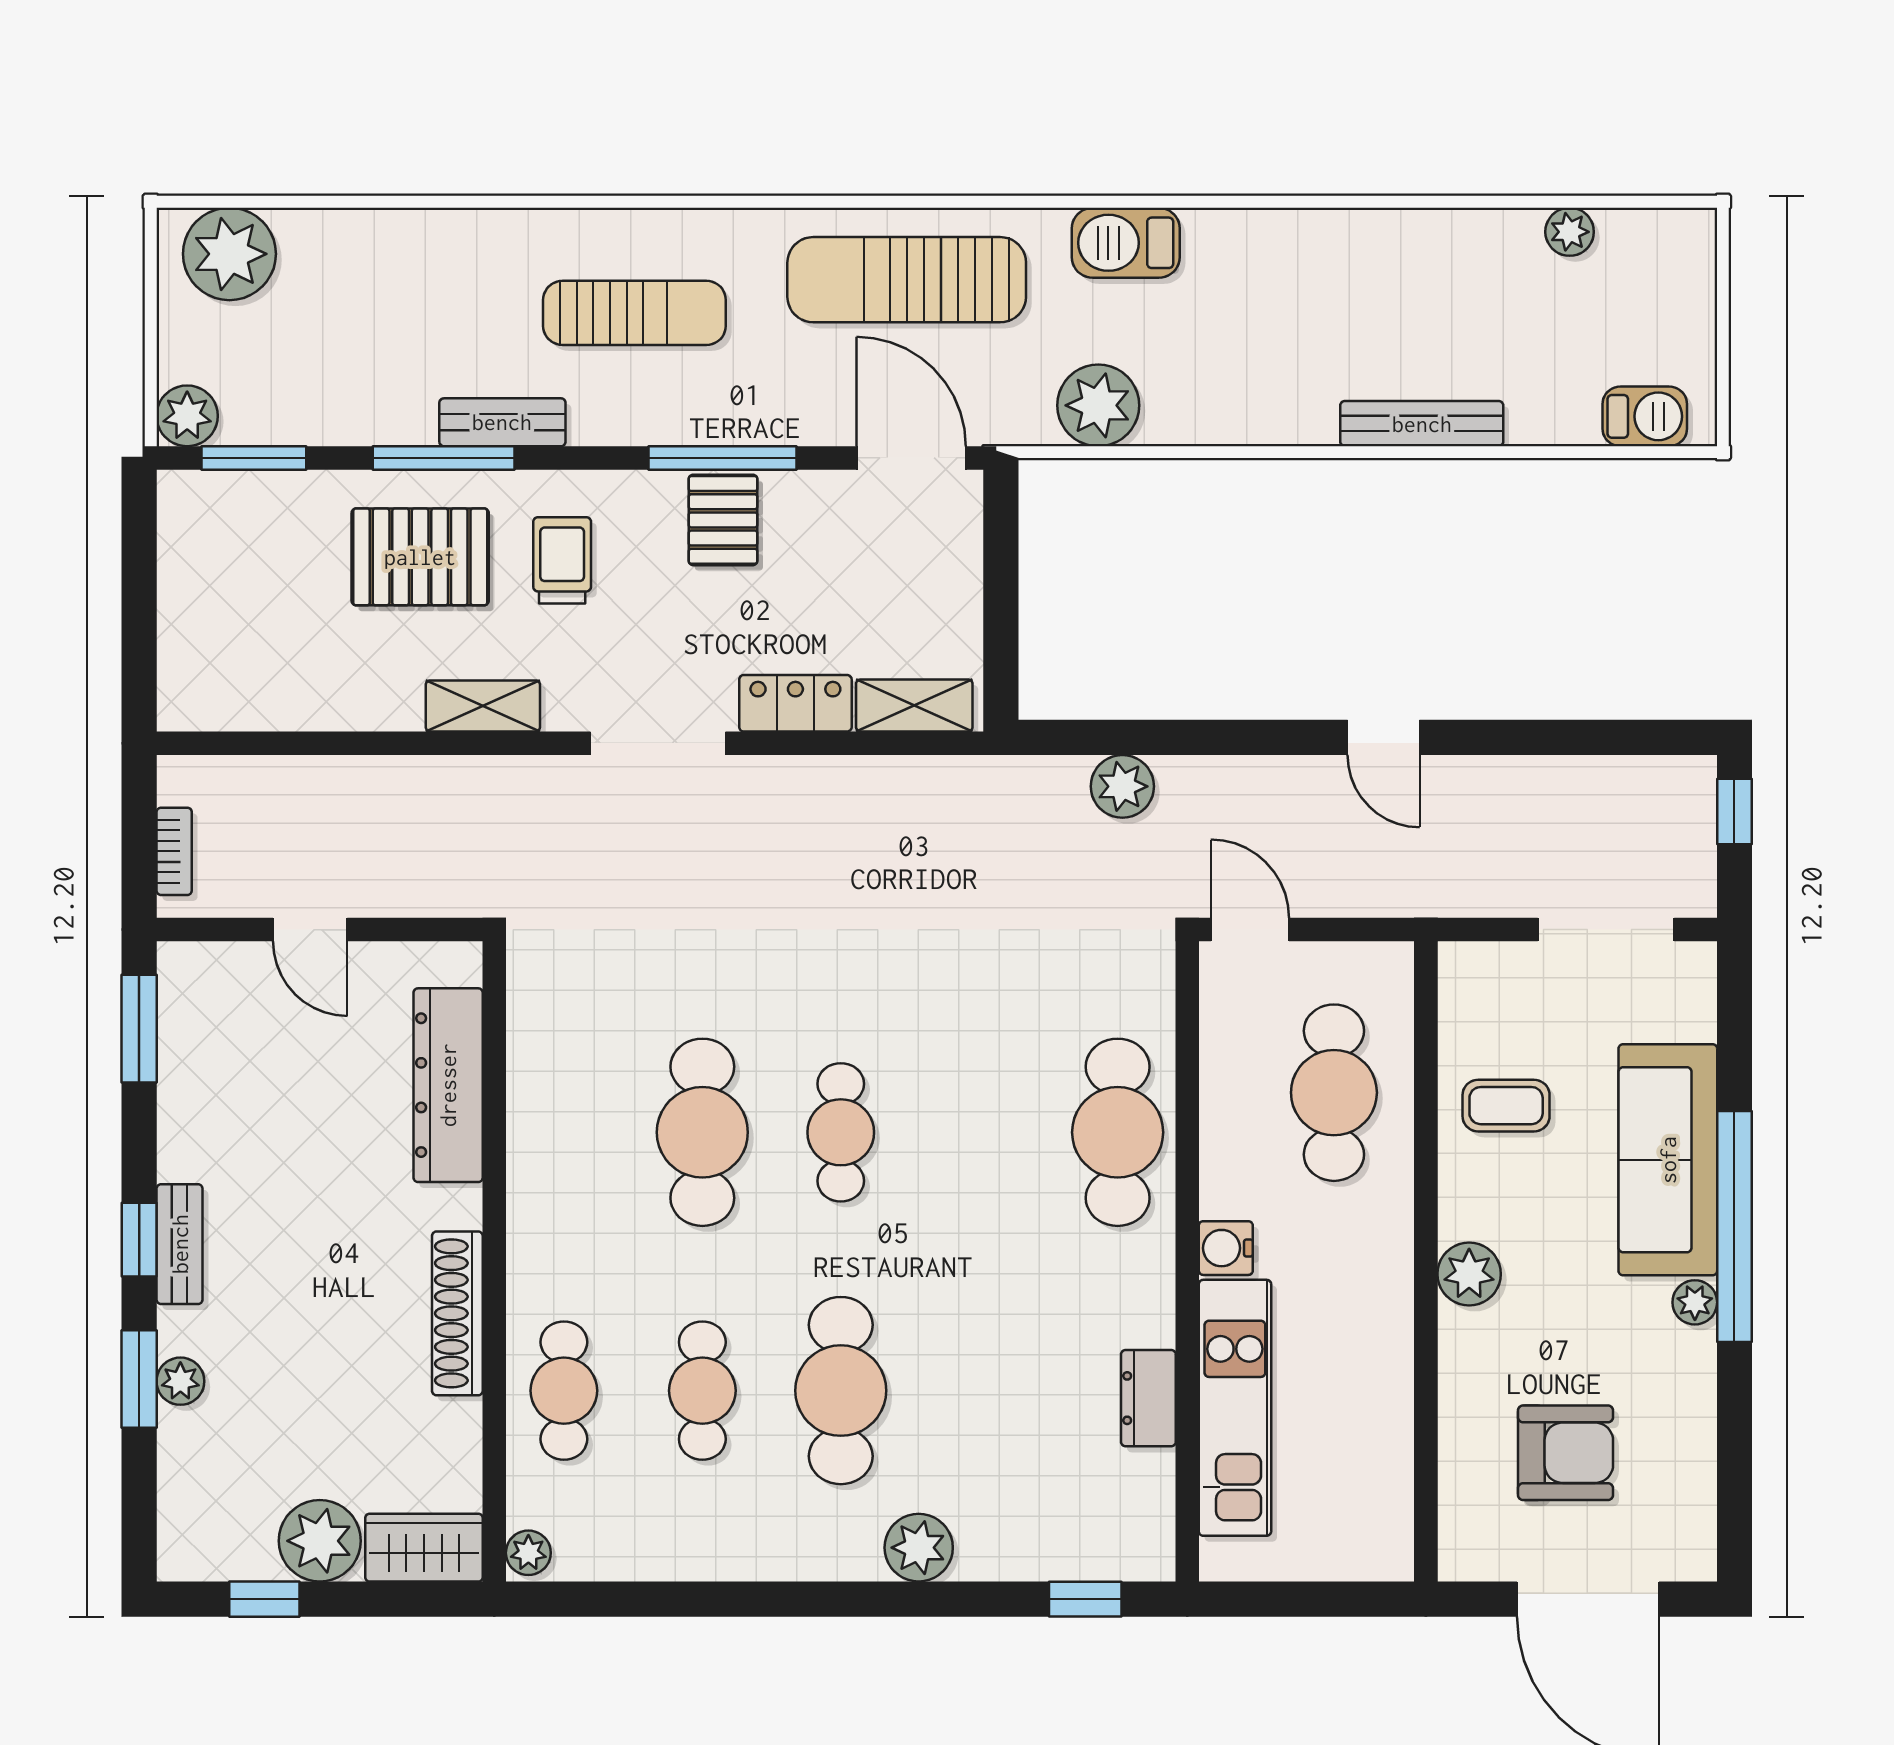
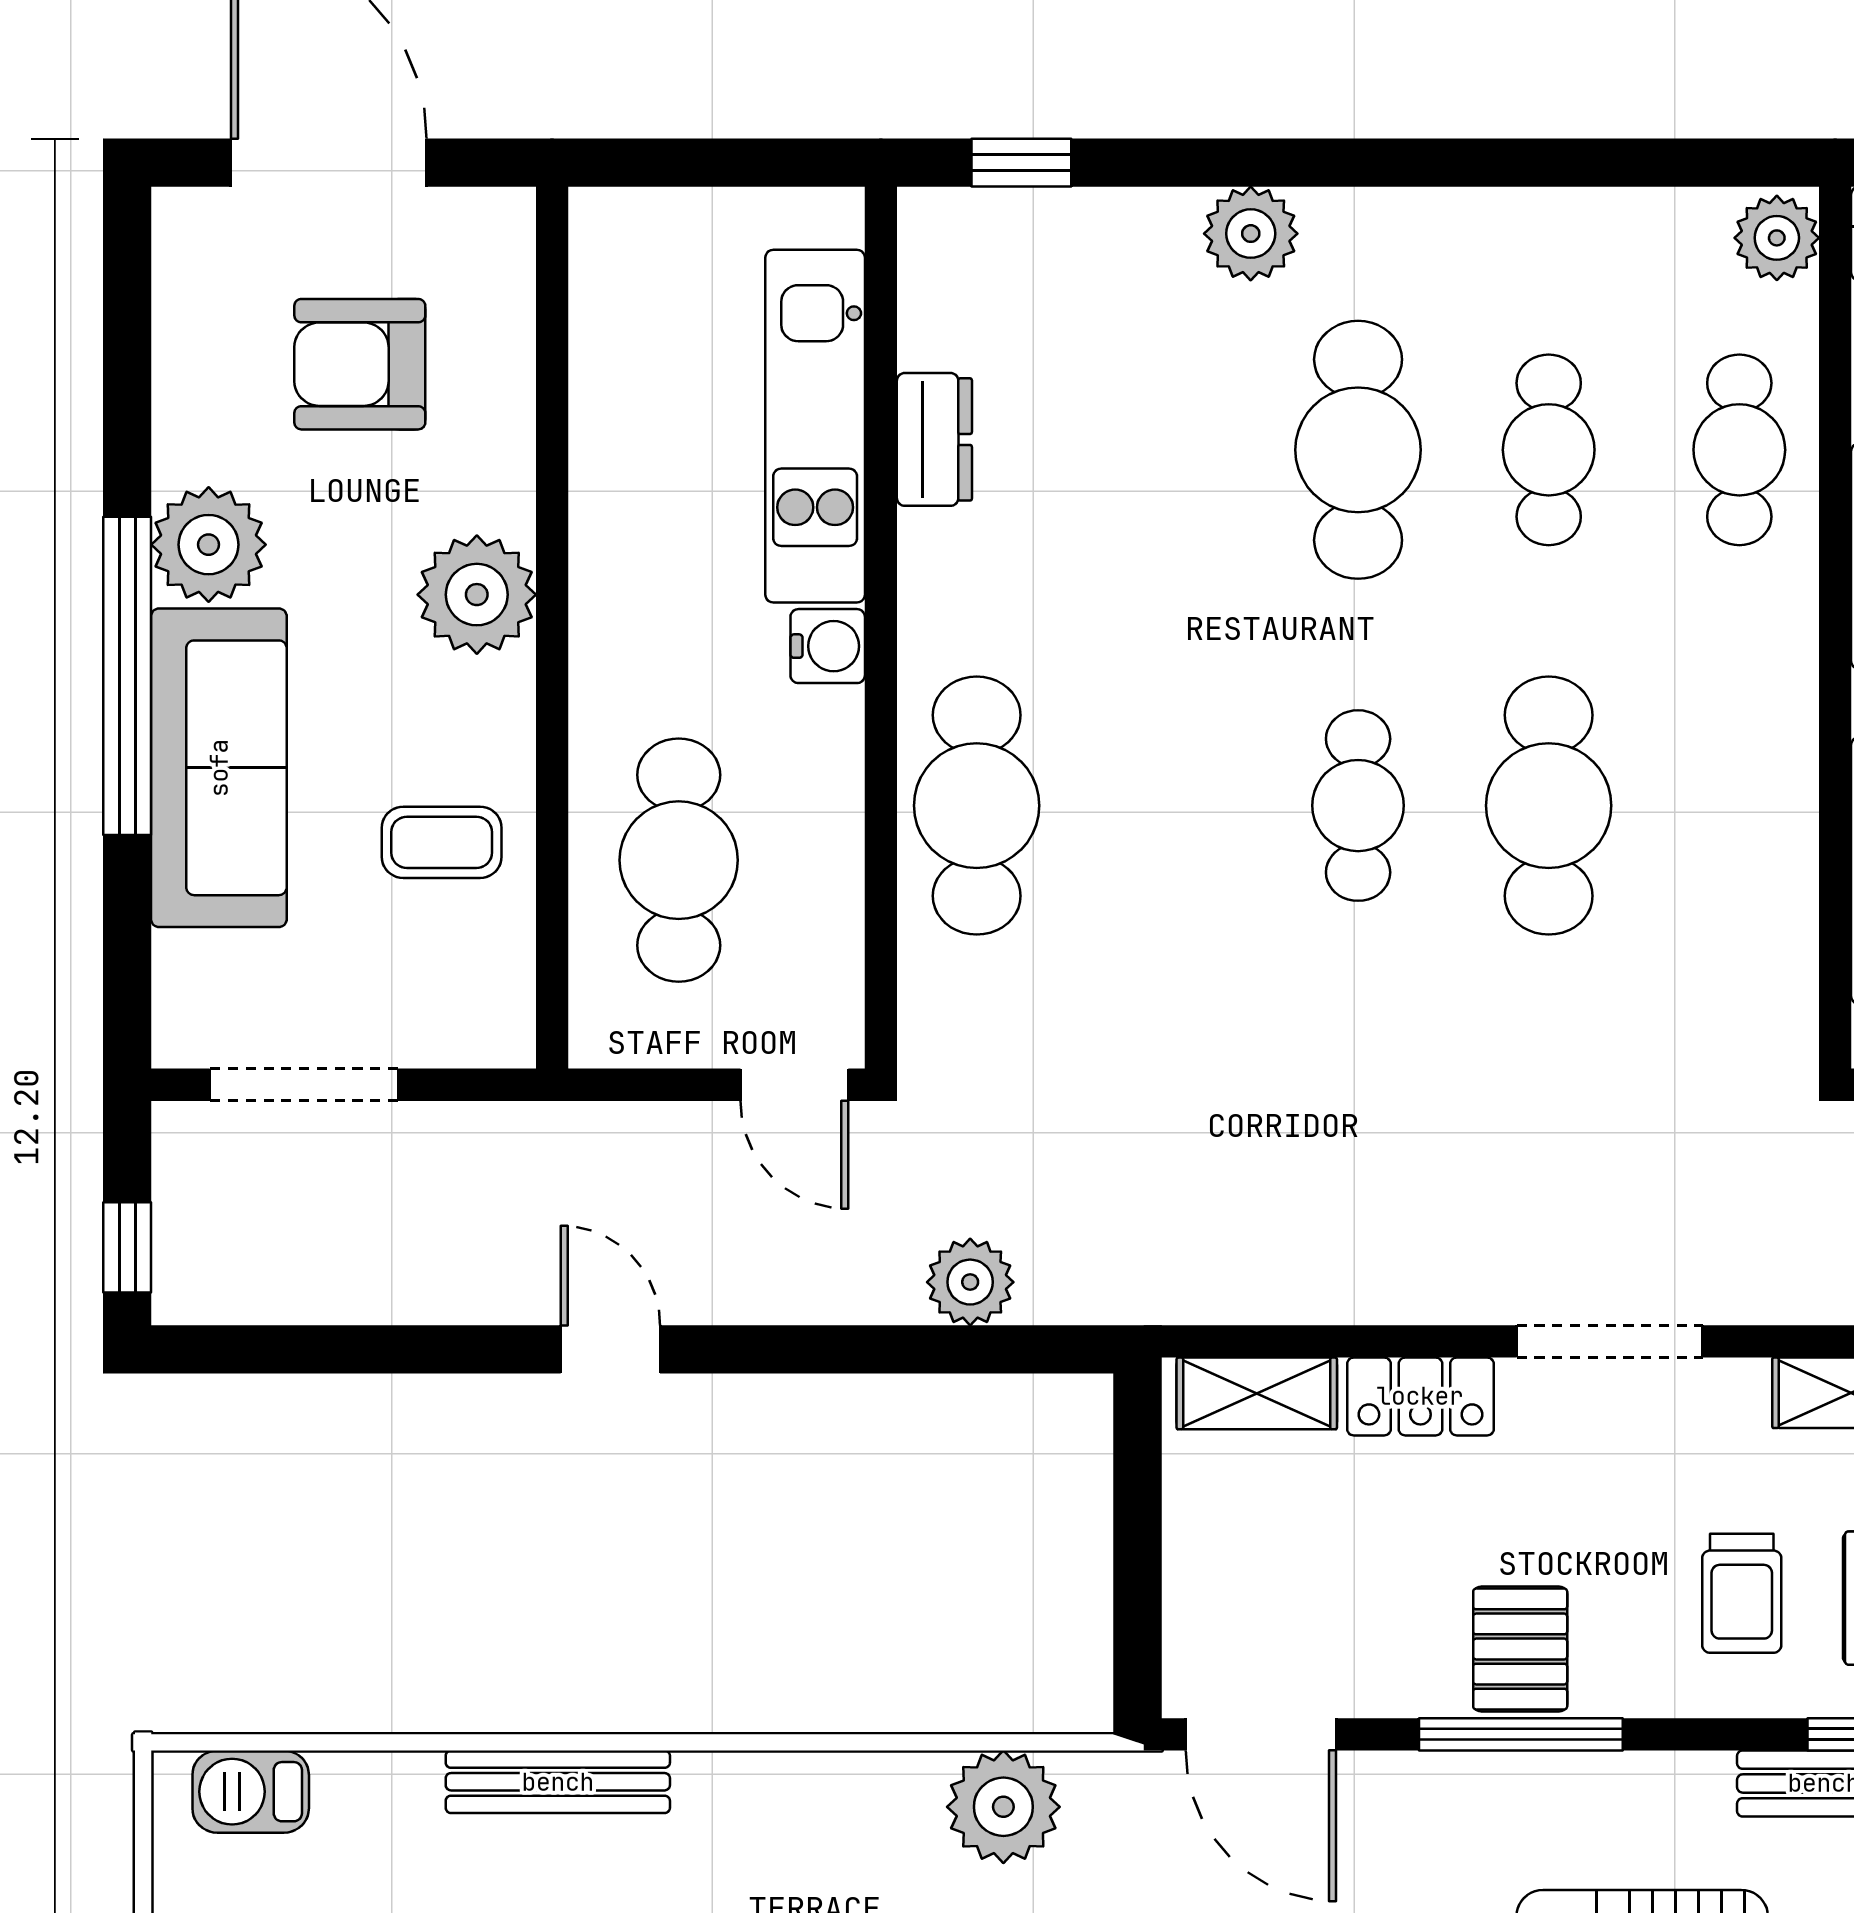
plant: (1469, 1274) -> (477, 595), width x1.36, depth x1.36
plant: (1695, 1302) -> (209, 545), width x1.87, depth x1.87
plant: (528, 1553) -> (1777, 238), width x1.38, depth x1.38

